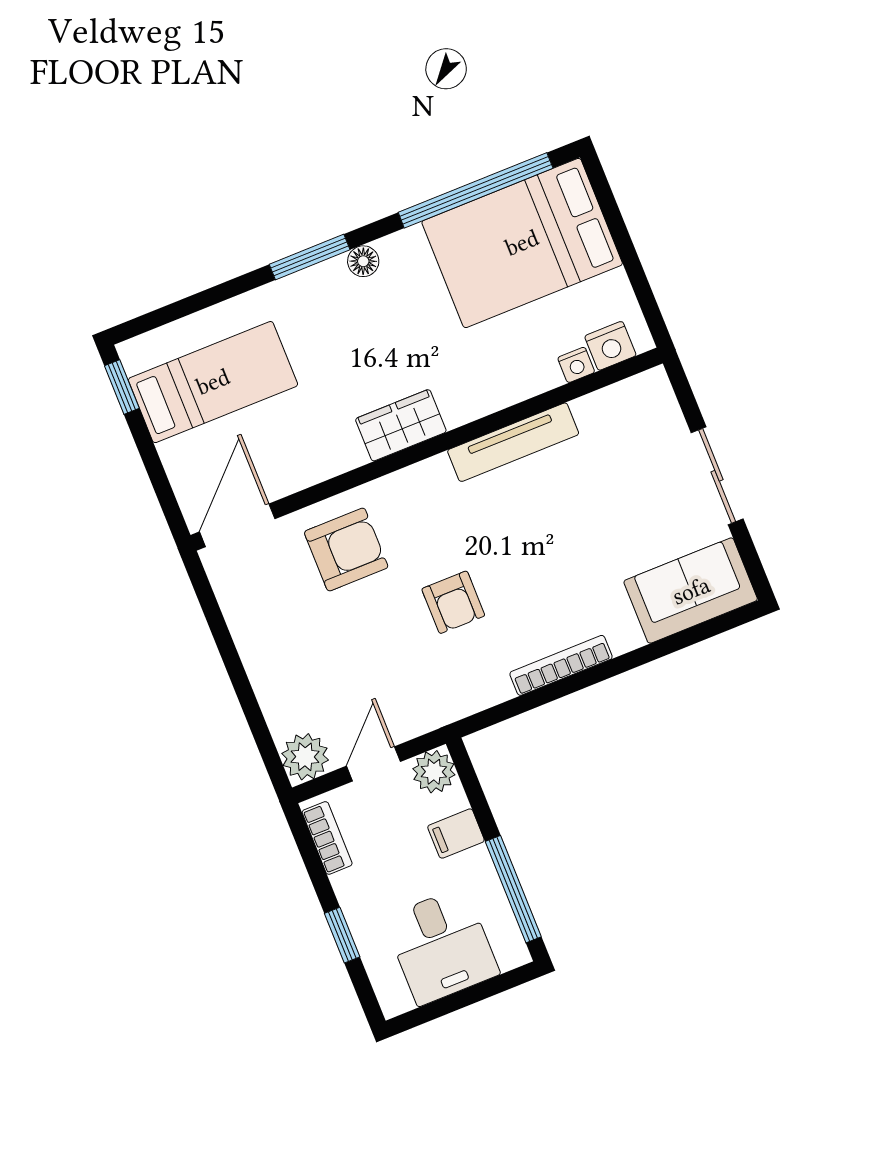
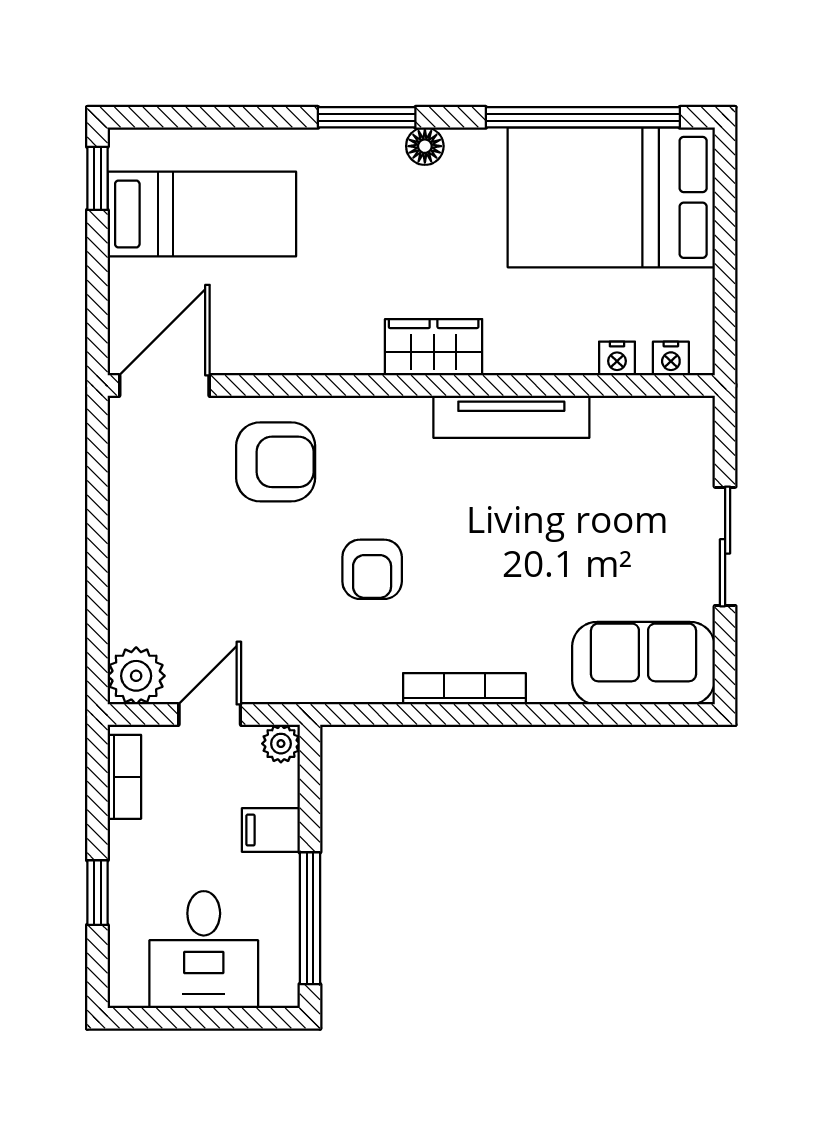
nightstand: (610, 346) -> (671, 358), width x0.72, depth x0.74
wardrobe: (401, 425) -> (434, 347), moved
plant: (434, 772) -> (281, 744), width x0.73, depth x0.73

